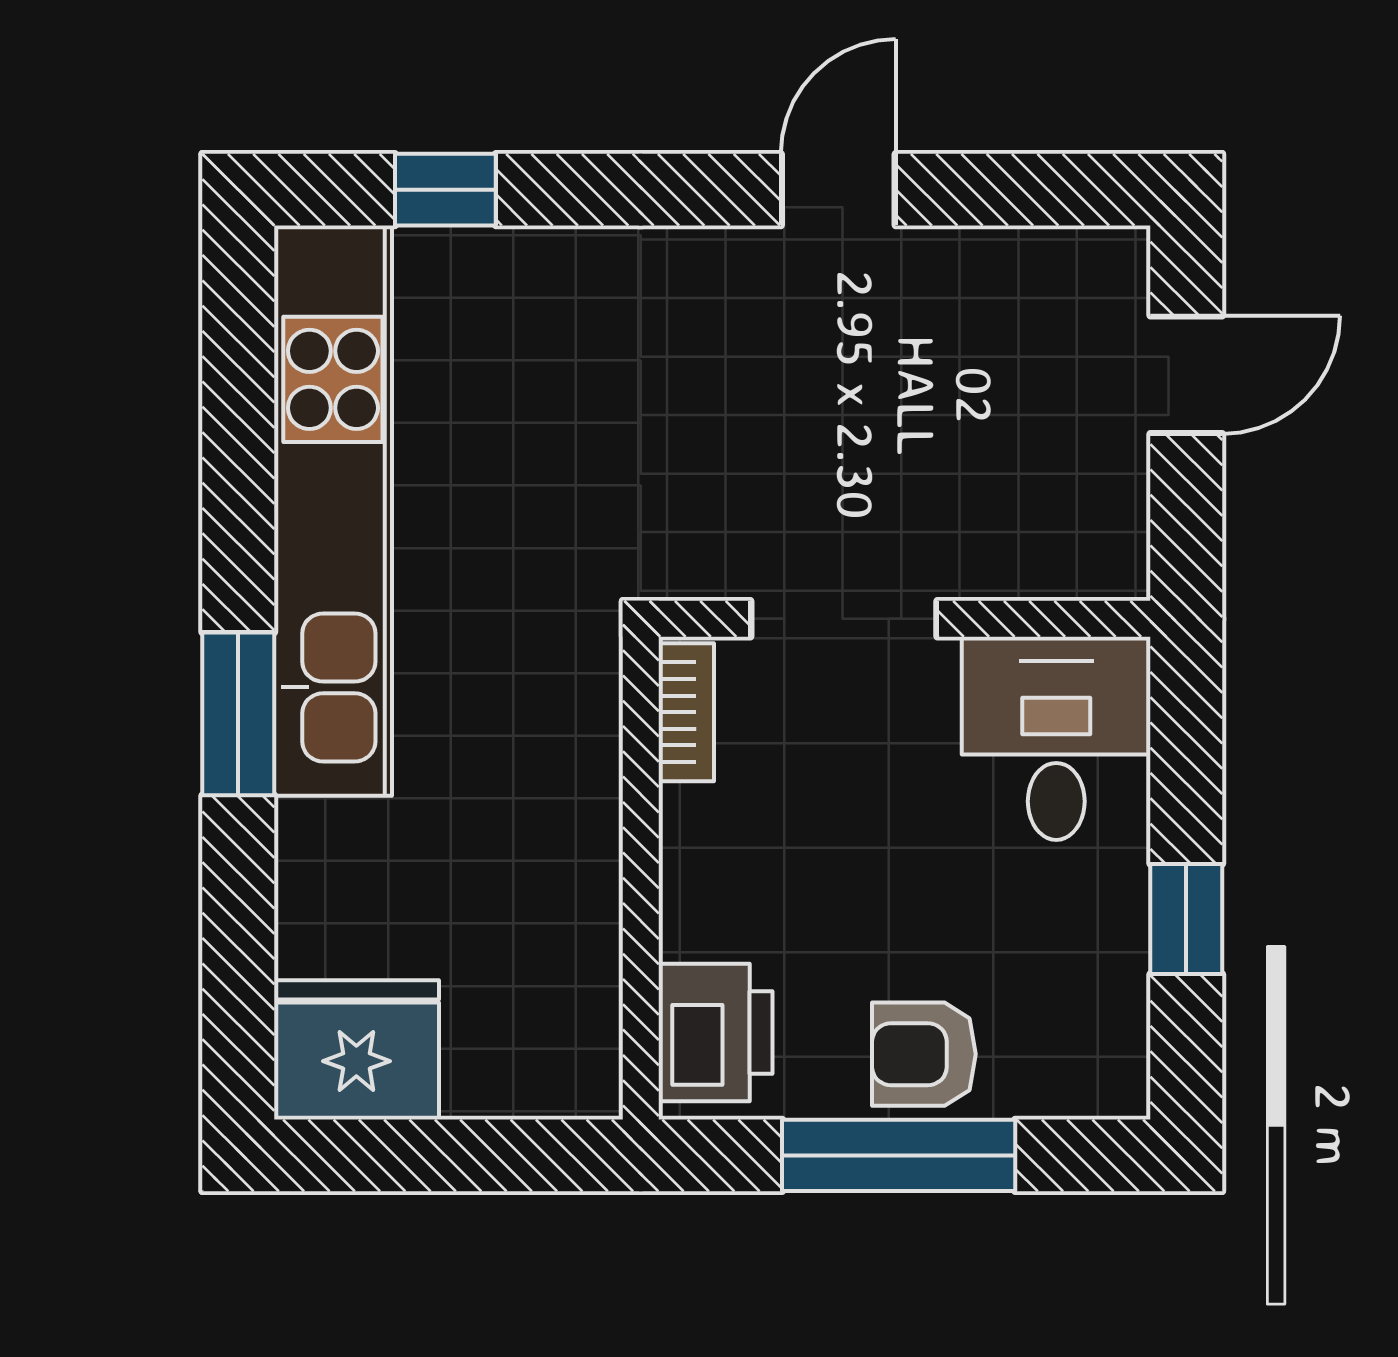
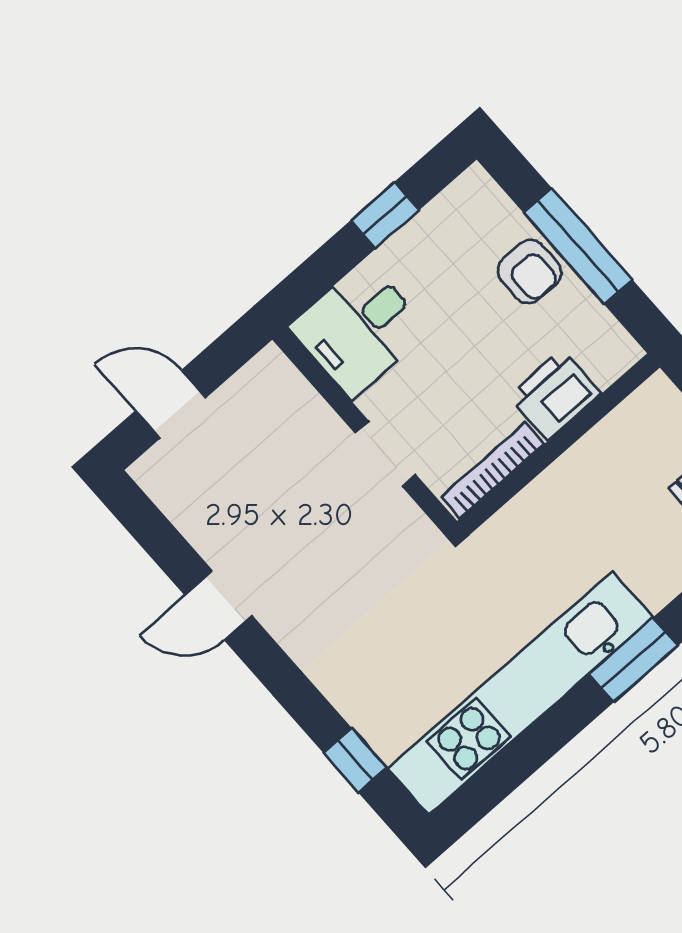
doorway: (844, 619) -> (386, 454), width x0.73
bookcase: (686, 712) -> (493, 470), width x1.56
printer: (716, 1032) -> (555, 395), moved

